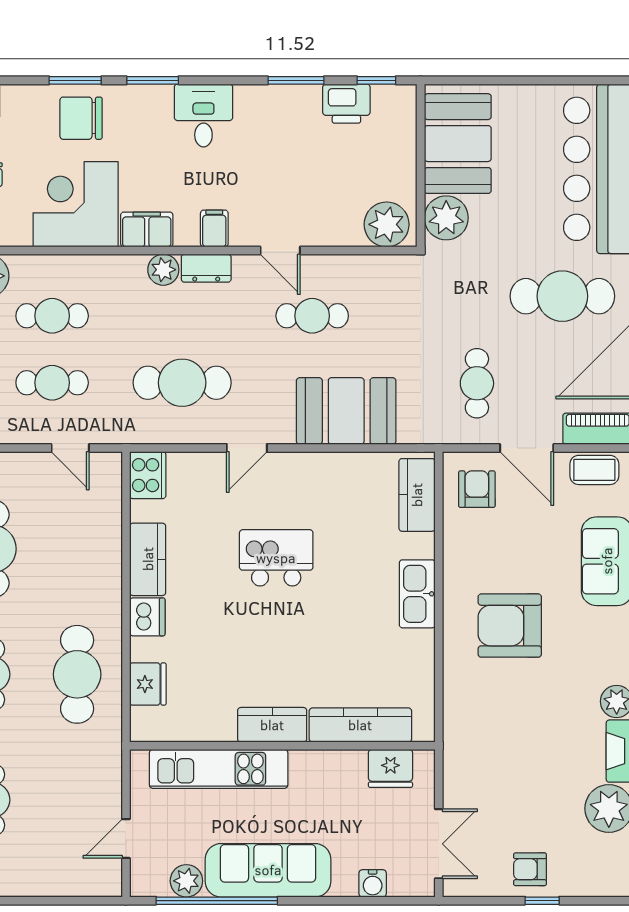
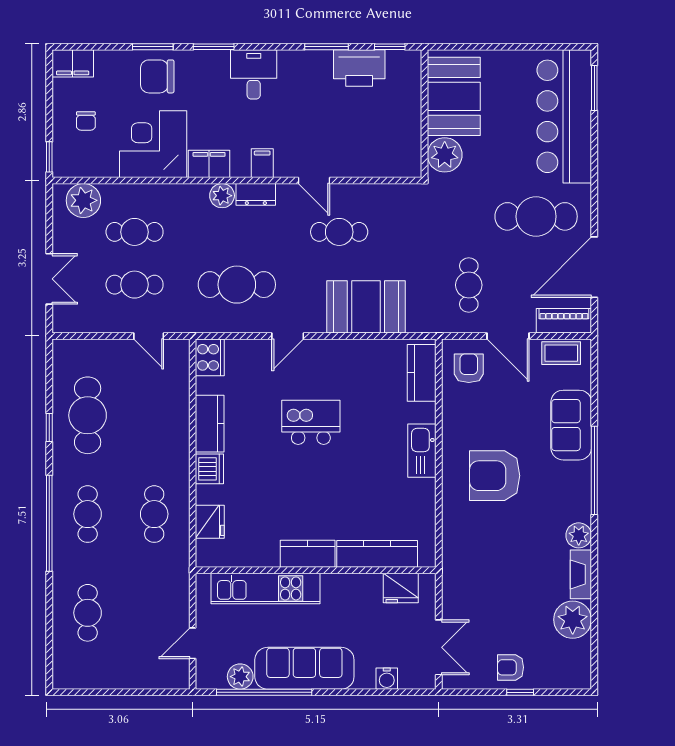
printer: (346, 104) -> (359, 68), width x1.37, depth x1.19
plant: (387, 224) -> (398, 160), removed
cafe table: (77, 674) -> (154, 514), width x0.73, depth x0.74

